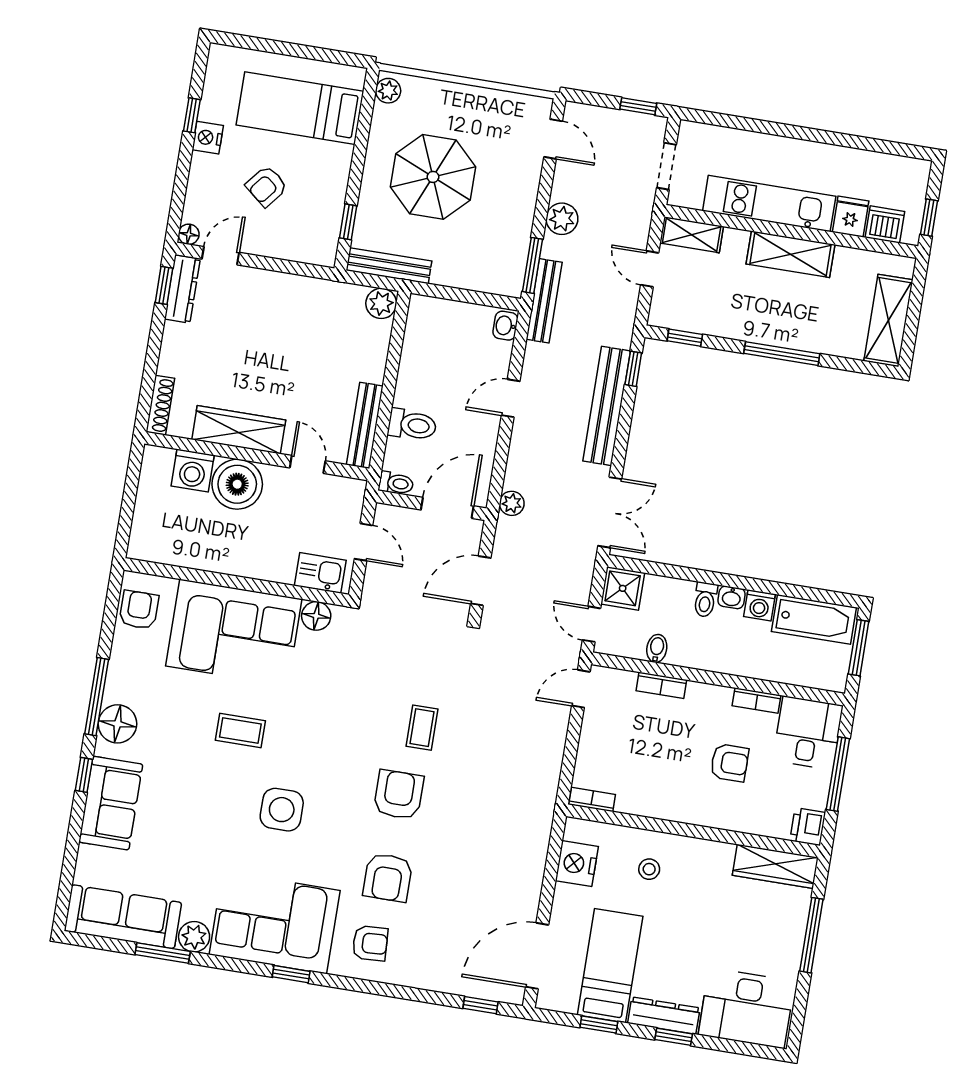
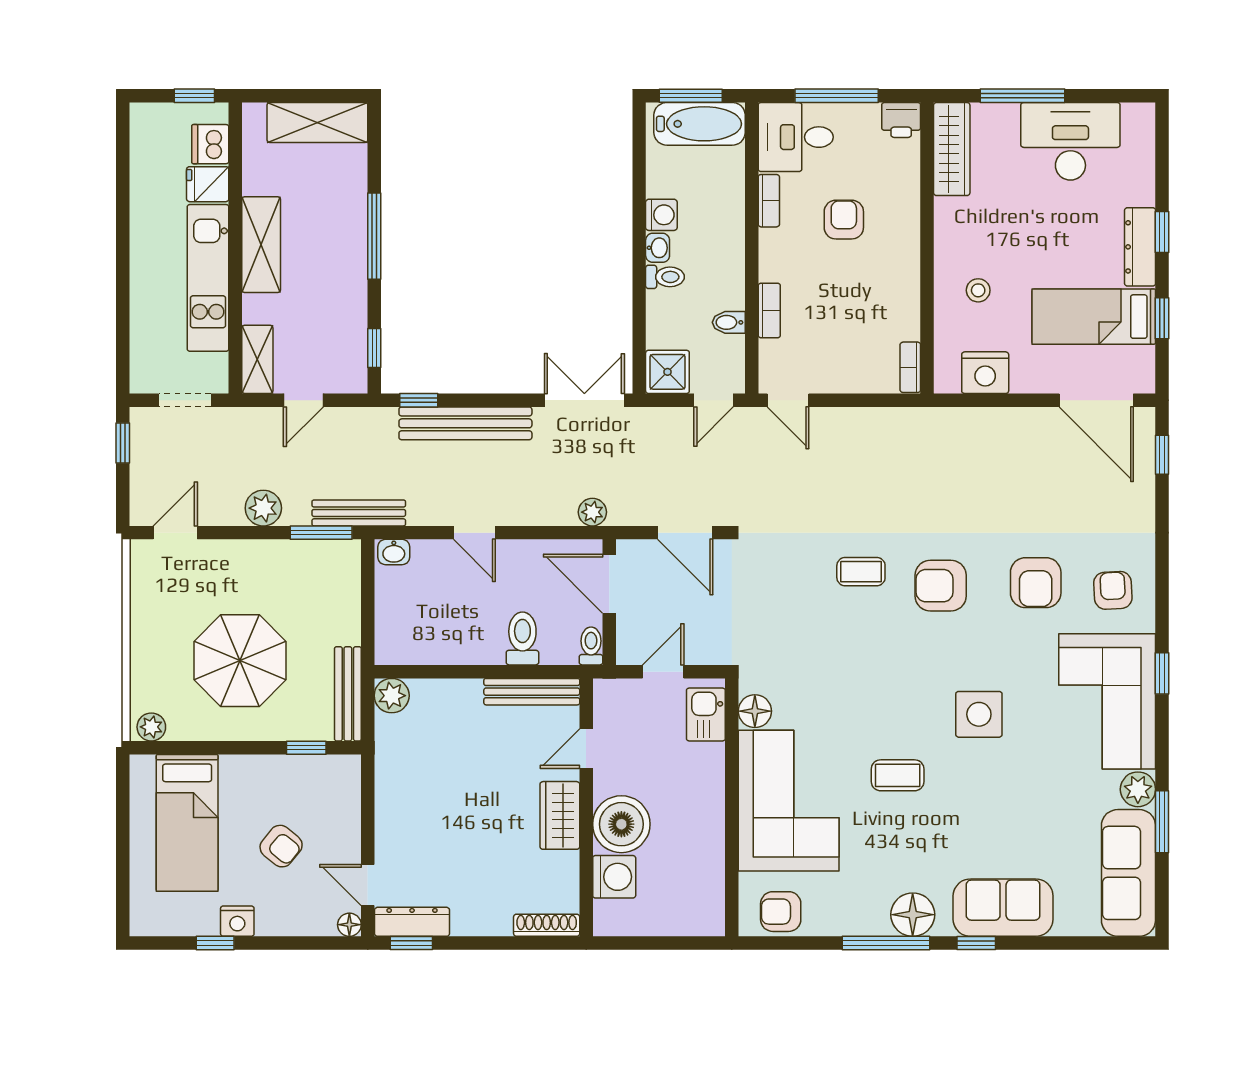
wardrobe: (239, 430) -> (560, 815), width x0.67
bathtub: (814, 619) -> (700, 124), moved, turned 90
coffee table: (240, 730) -> (898, 775), turned 90
armchair: (388, 877) -> (1036, 583), turned 90
desk: (746, 1008) -> (1070, 141), moved, turned -90

